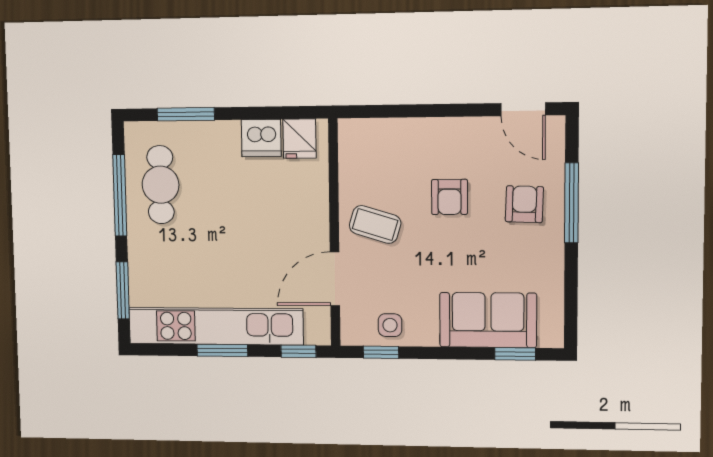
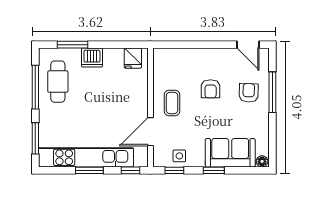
dishwasher: (261, 138) -> (92, 58), moved
coffee table: (375, 224) -> (172, 103), turned 73
floor lamp: (550, 337) -> (262, 161), added
window: (515, 354) -> (214, 170), moved

